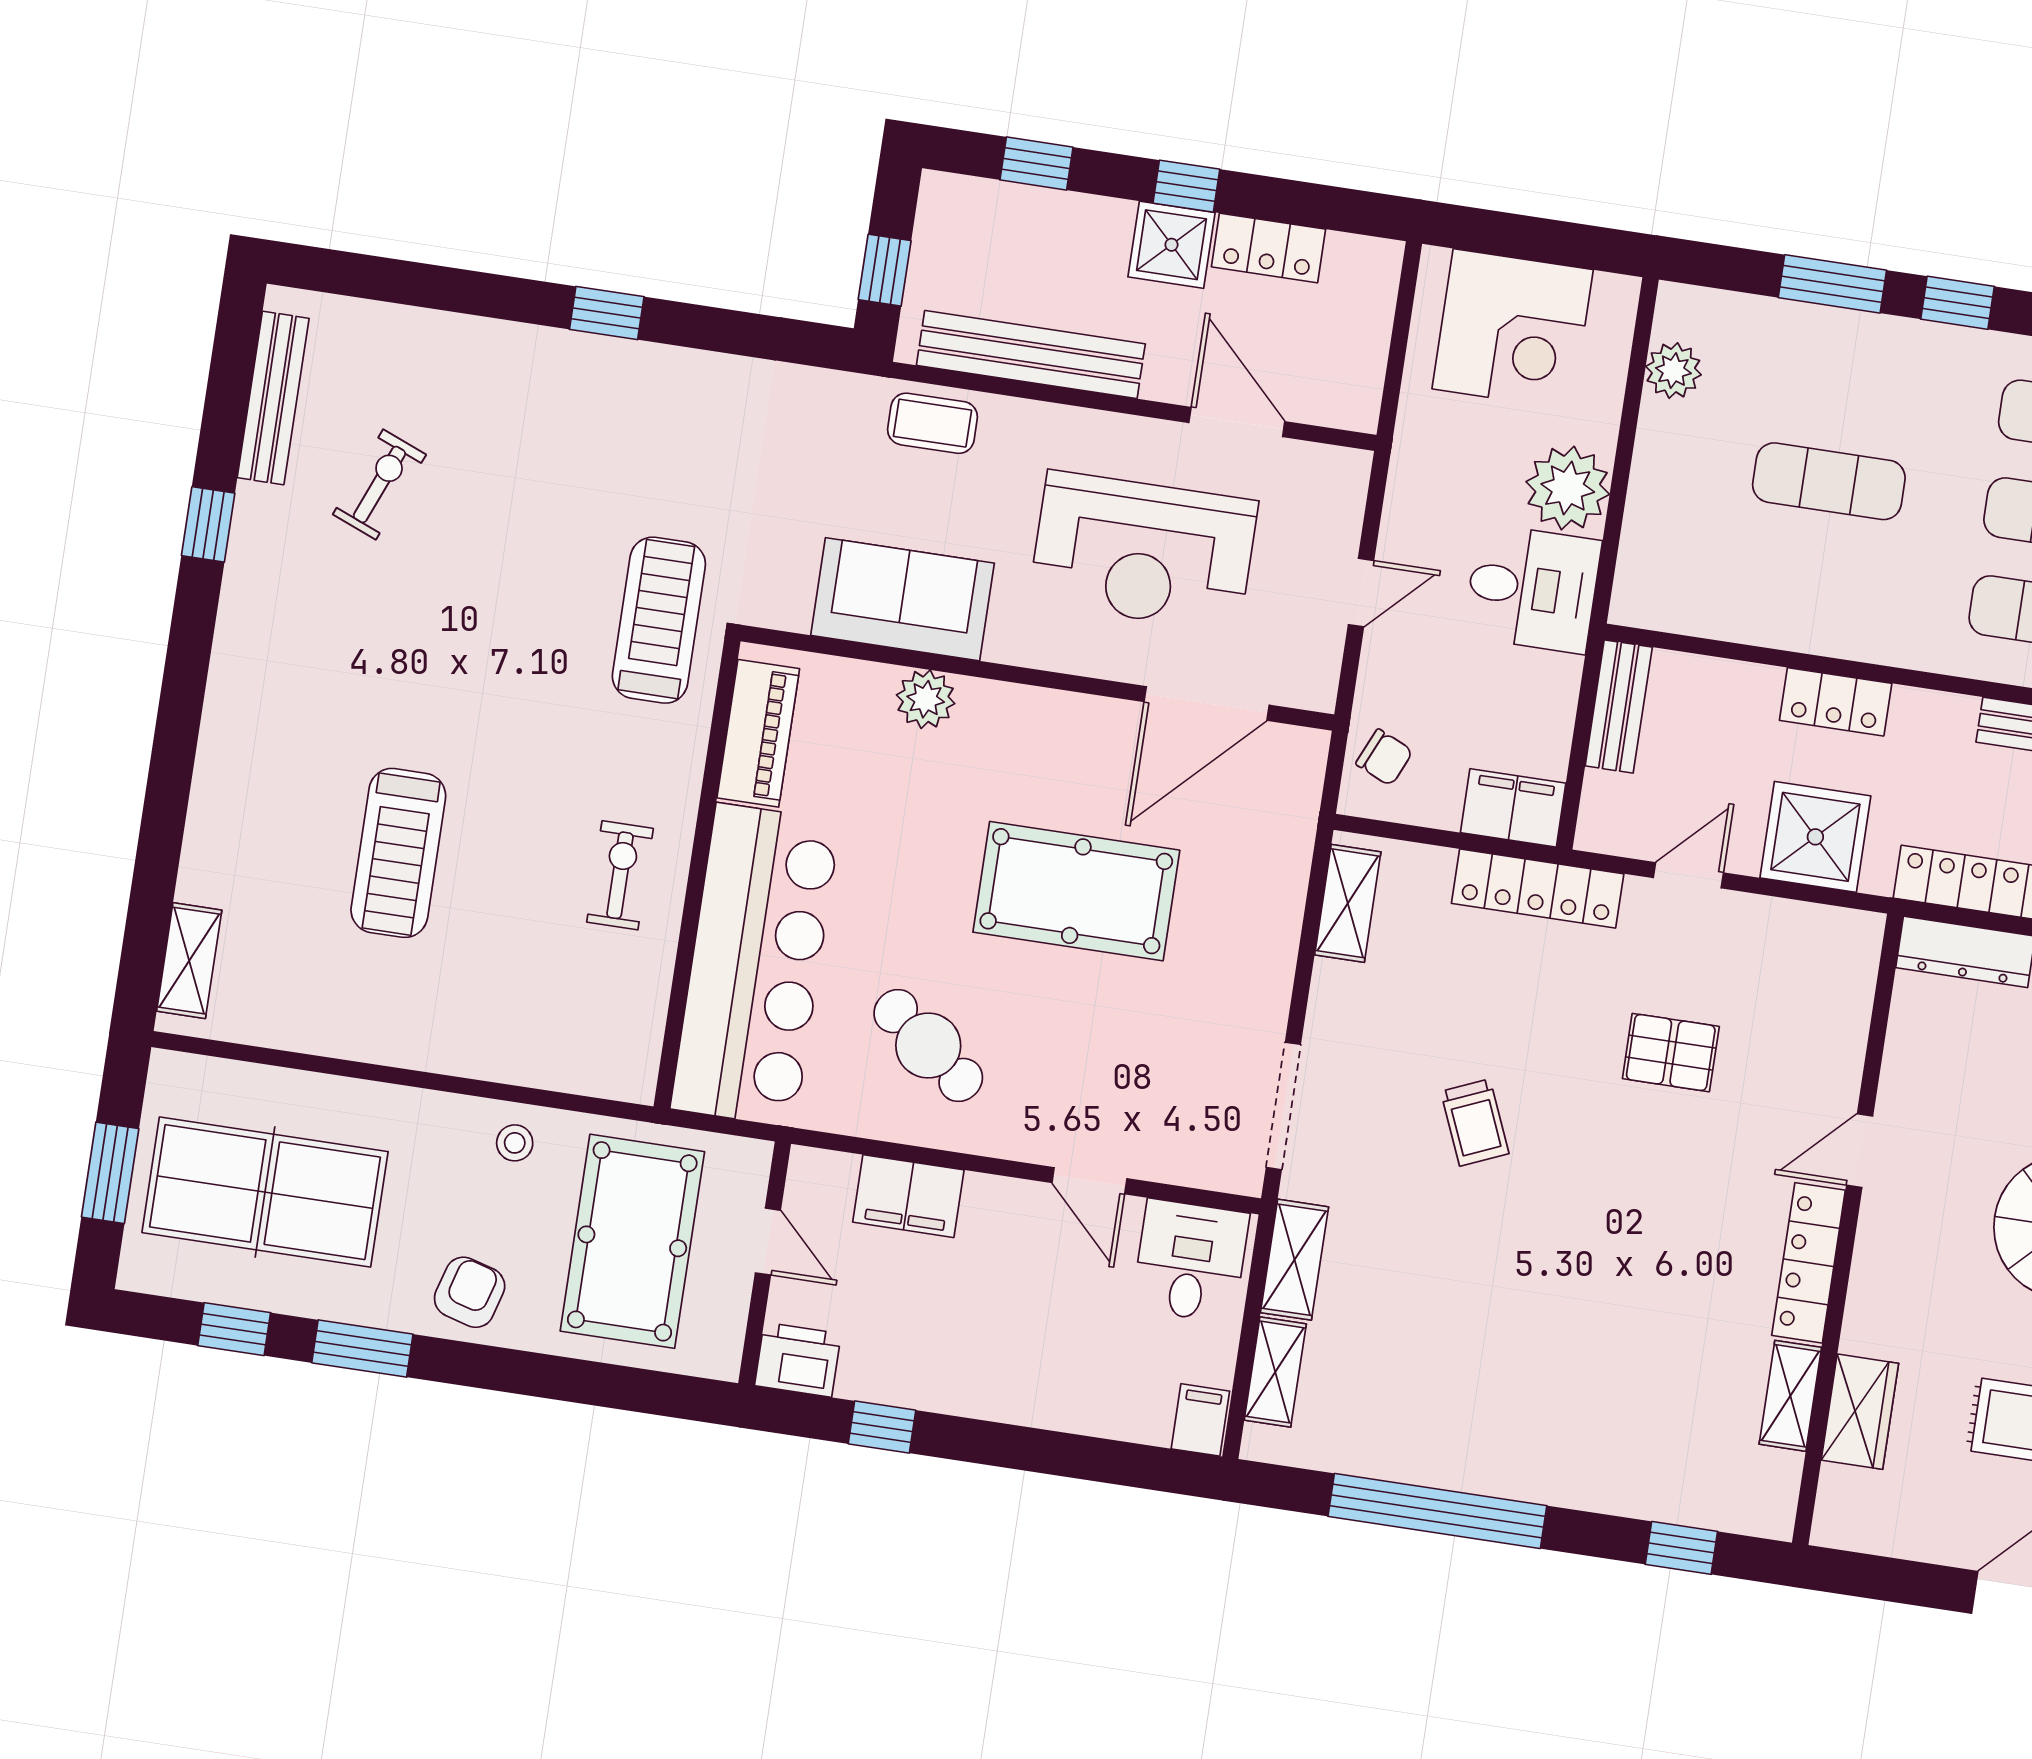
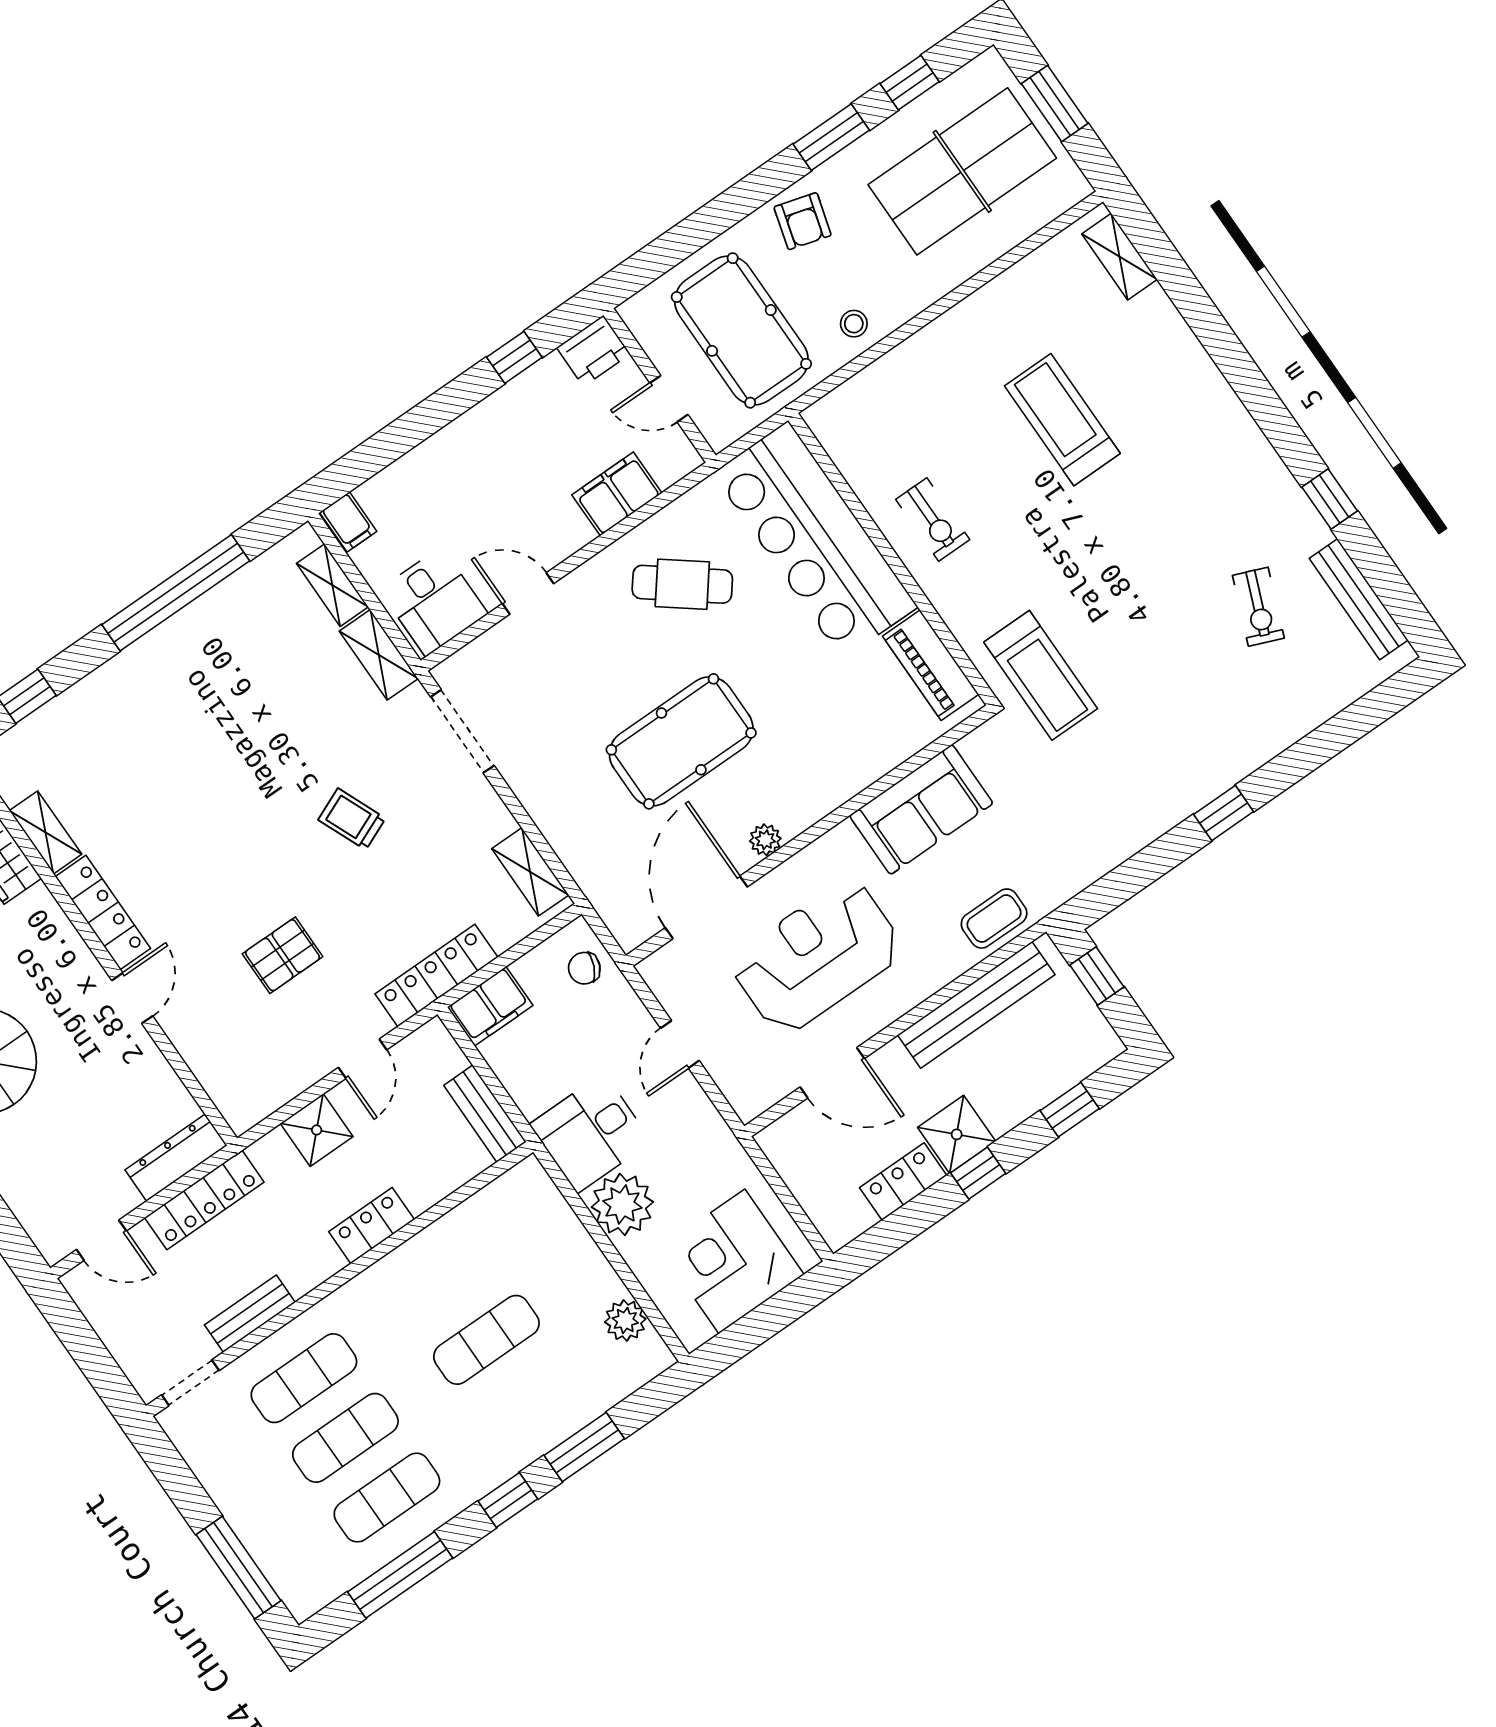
plant: (926, 699) -> (765, 840), moved, width x0.73, depth x0.73
shower: (1815, 837) -> (317, 1130), width x0.73, depth x0.73

